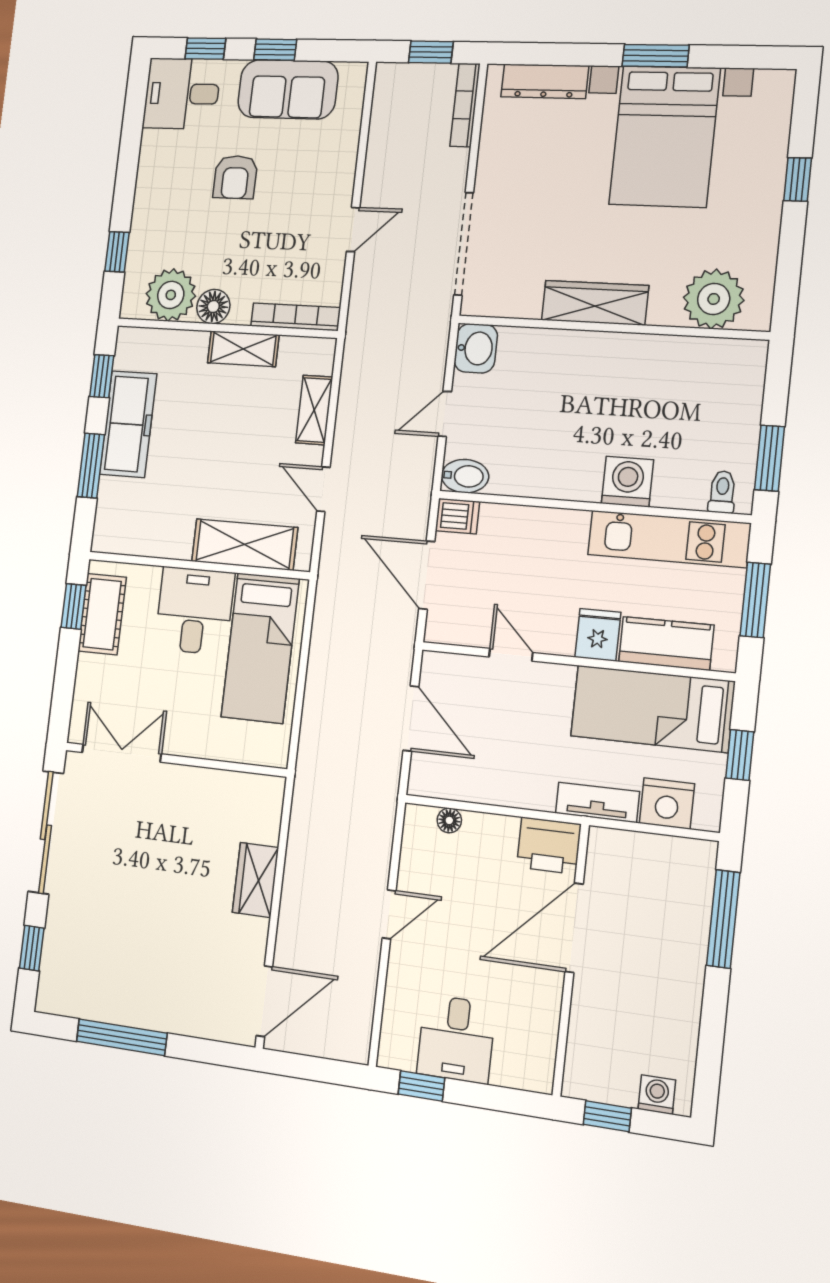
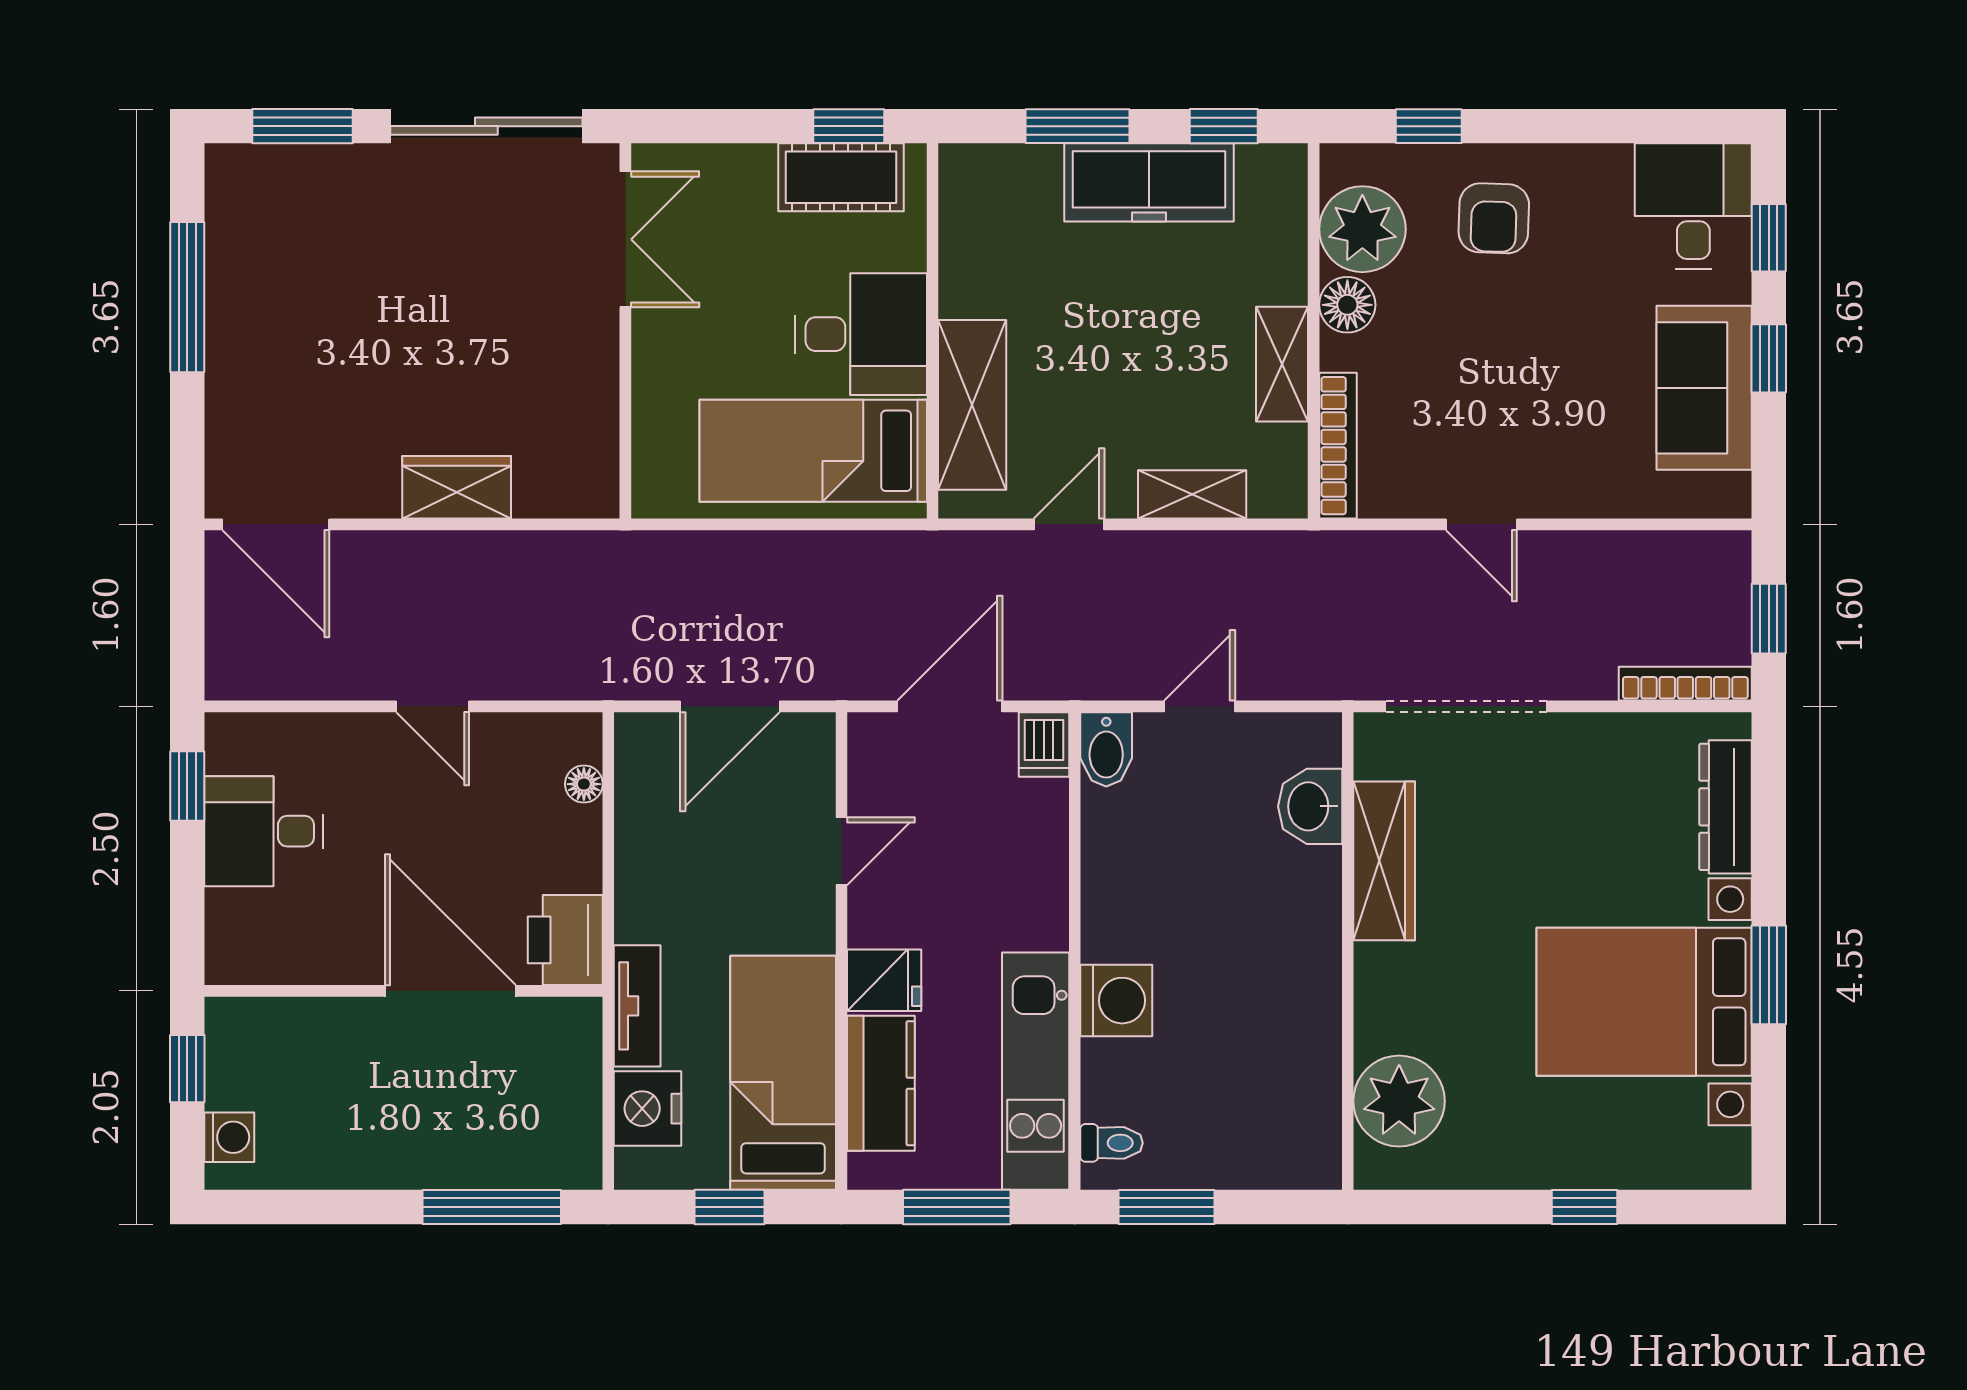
armchair: (235, 177) -> (1494, 218), moved, turned -88
wardrobe: (595, 303) -> (1384, 861), moved
washbasin: (476, 348) -> (1310, 806), moved, turned 90
door: (445, 414) -> (1200, 706), hinge flipped
window: (32, 948) -> (303, 126), width x1.50

